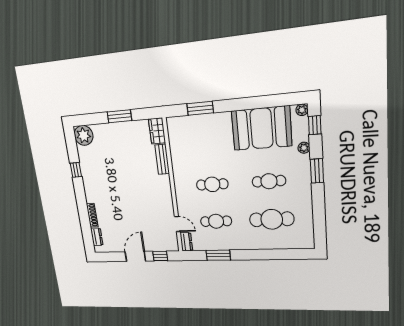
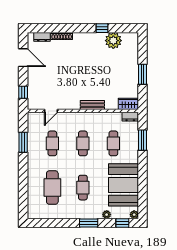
plant: (84, 135) -> (113, 41), moved
cafe table: (208, 146) -> (113, 143), added
bench: (162, 159) -> (92, 105), moved
dresser: (186, 242) -> (130, 117), moved
door: (135, 256) -> (23, 58), moved

